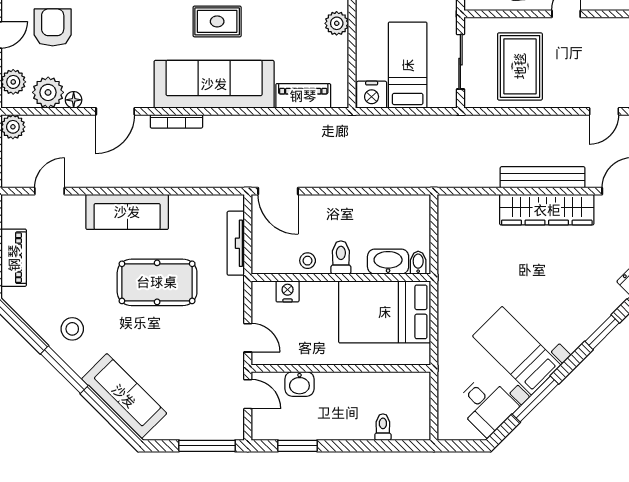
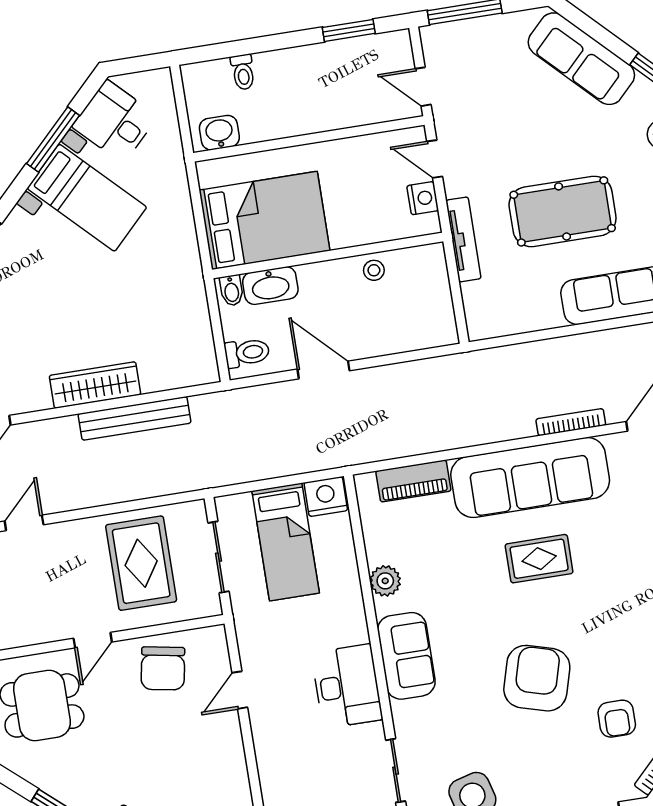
bench: (543, 177) -> (135, 418), moved
door: (278, 191) -> (323, 370), moved
wardrobe: (547, 210) -> (95, 385), width x0.71, depth x0.85
tv unit: (236, 243) -> (463, 239), moved
toilet: (341, 258) -> (247, 353), moved, turned -90
nightstand: (288, 291) -> (423, 198), moved, turned -90
washbasin: (299, 384) -> (219, 133), moved

